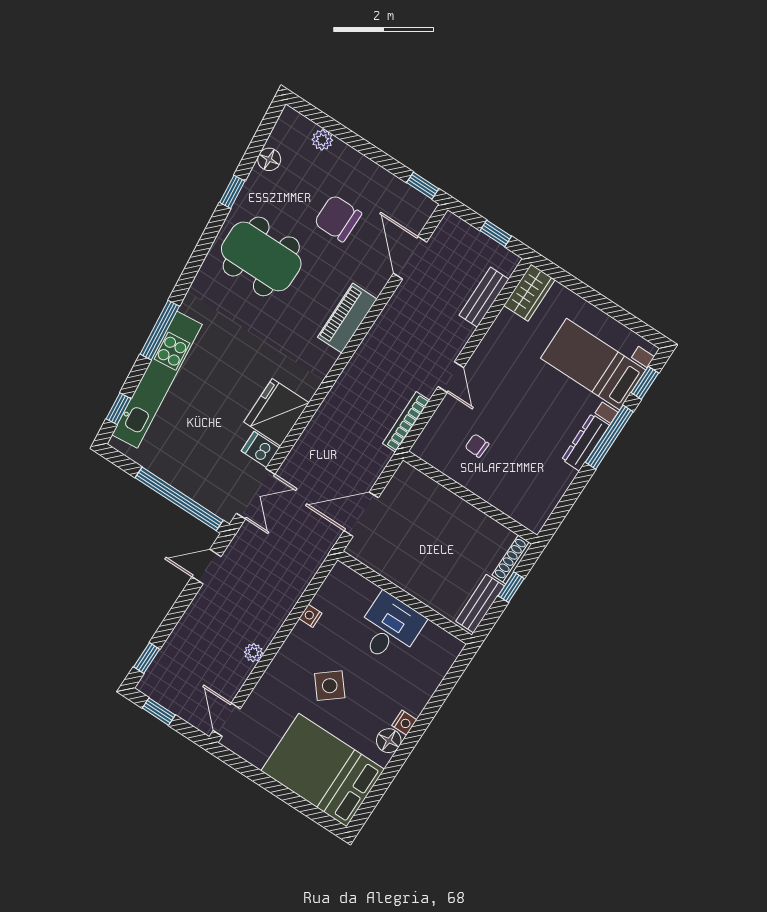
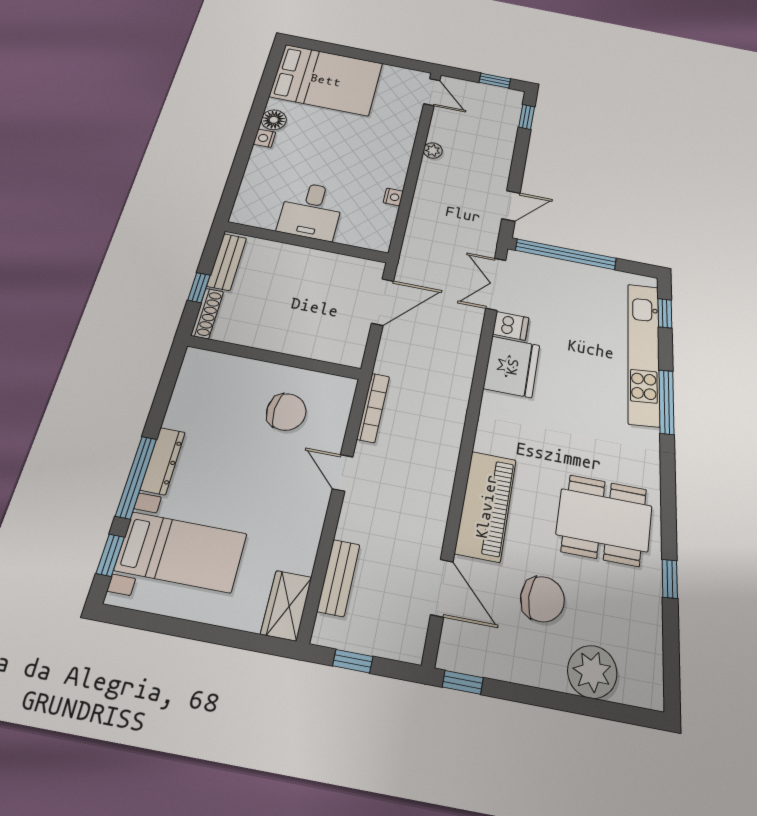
plant: (322, 140) -> (592, 672), width x1.87, depth x1.87
floor lamp: (269, 159) -> (649, 635), removed
piano: (347, 318) -> (486, 506), width x1.37, depth x1.33
chair: (477, 446) -> (286, 412), width x1.87, depth x1.87
side table: (330, 686) -> (349, 146), removed

